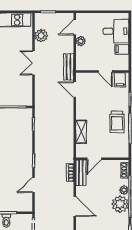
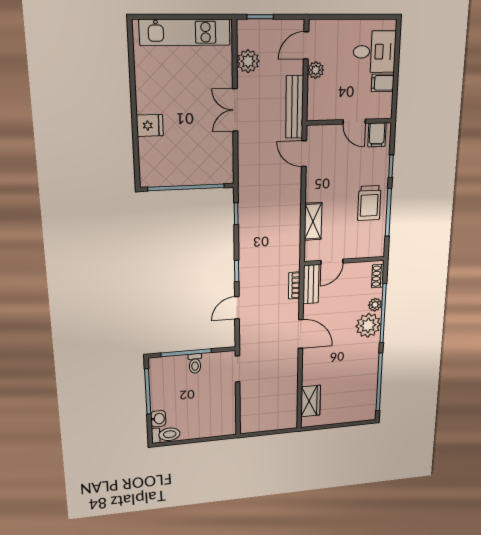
bench: (69, 67) -> (295, 107), width x1.36

